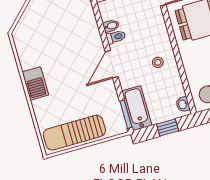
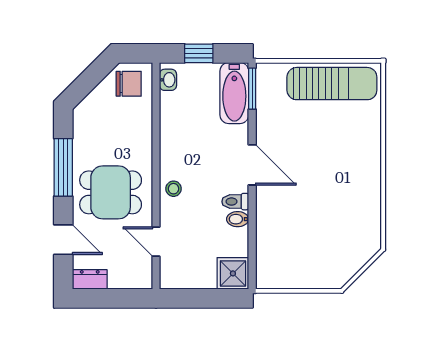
stool: (158, 62) -> (174, 189), moved
door: (112, 64) -> (252, 165), hinge flipped
barbecue: (35, 83) -> (367, 168), removed

